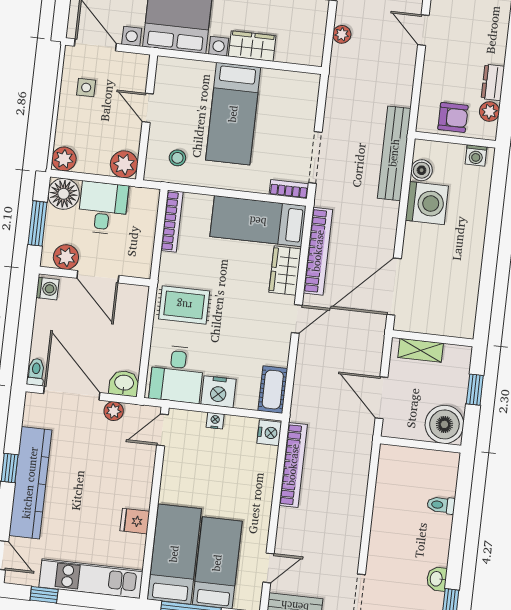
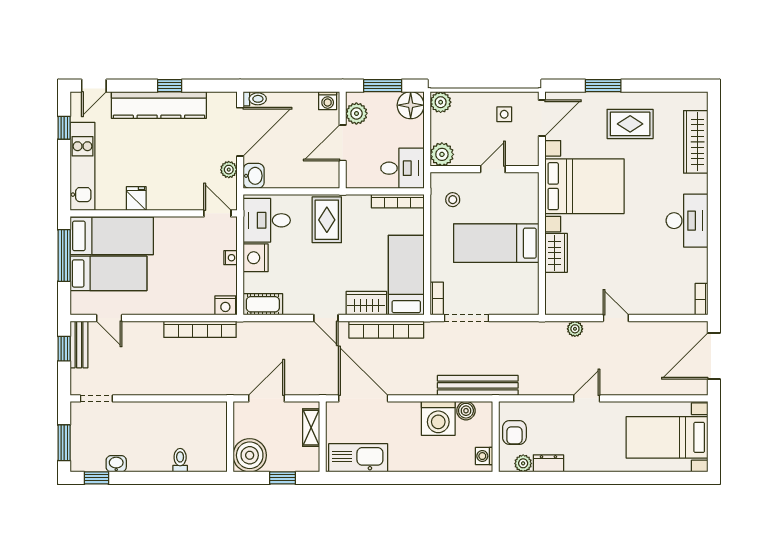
desk: (103, 208) -> (402, 168), moved
kitchen sink: (462, 300) -> (358, 458), added

